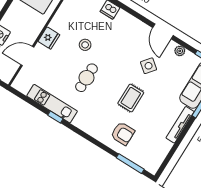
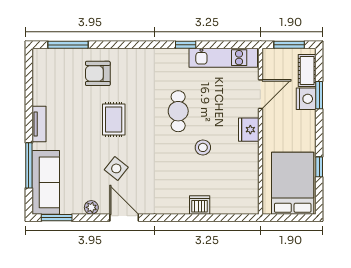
kitchen unit: (52, 104) -> (223, 58), moved
tv unit: (180, 125) -> (39, 124), width x0.71

